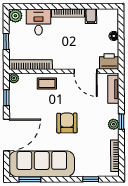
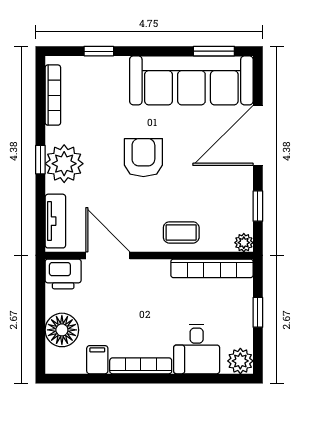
floor lamp: (114, 36) -> (62, 330), width x1.89, depth x1.89
armchair: (67, 123) -> (143, 158), turned 180
plant: (113, 124) -> (64, 164), width x1.87, depth x1.87

